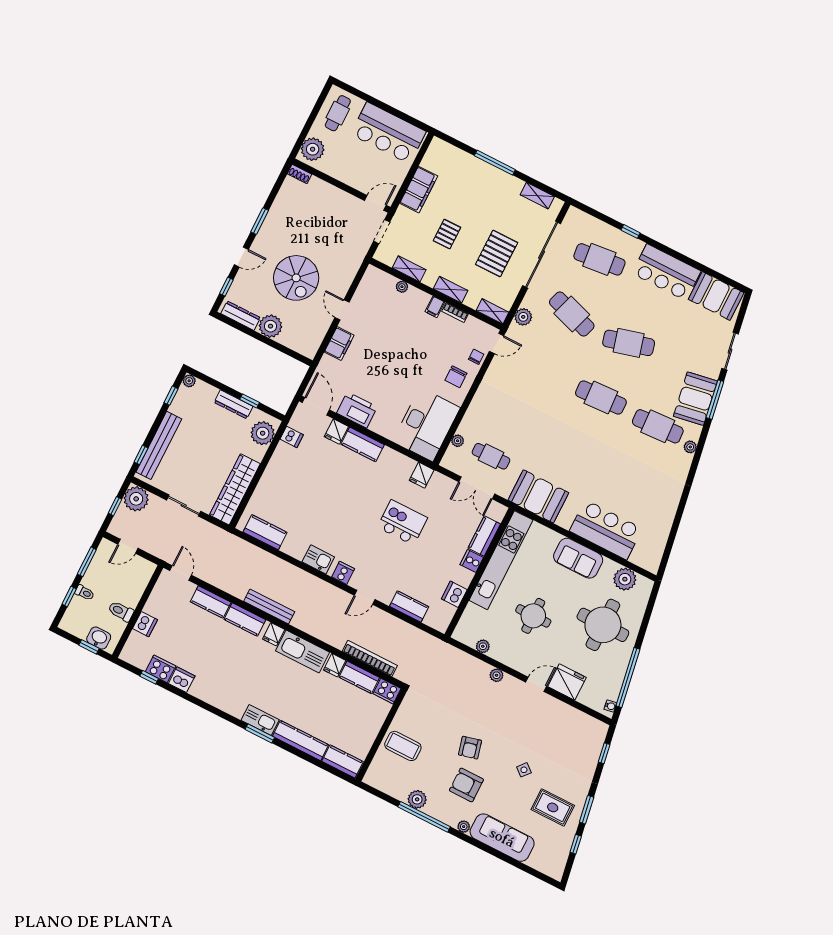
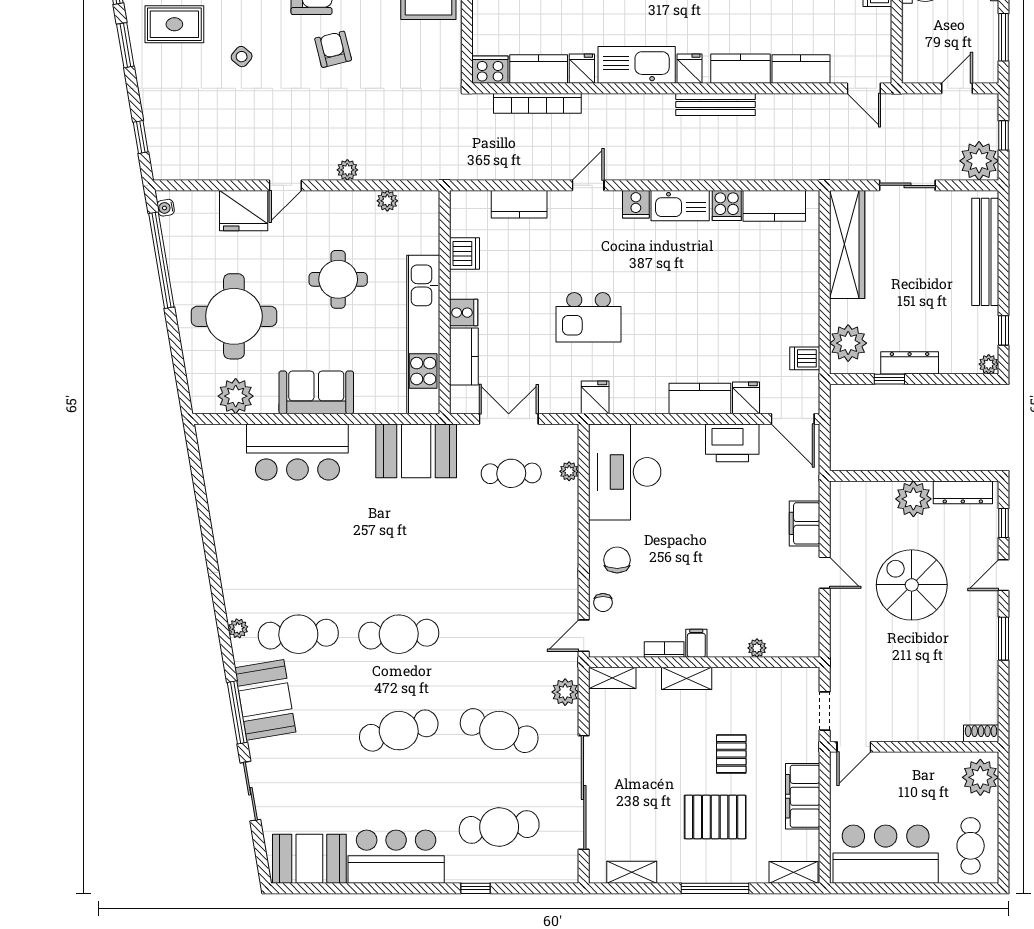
pallet: (497, 253) -> (715, 817), moved, turned 90
shelving: (409, 269) -> (794, 872), moved
window: (141, 455) -> (1004, 226), removed
cooker: (292, 546) -> (727, 205), added
kitchen sink: (318, 559) -> (680, 206), width x1.38

